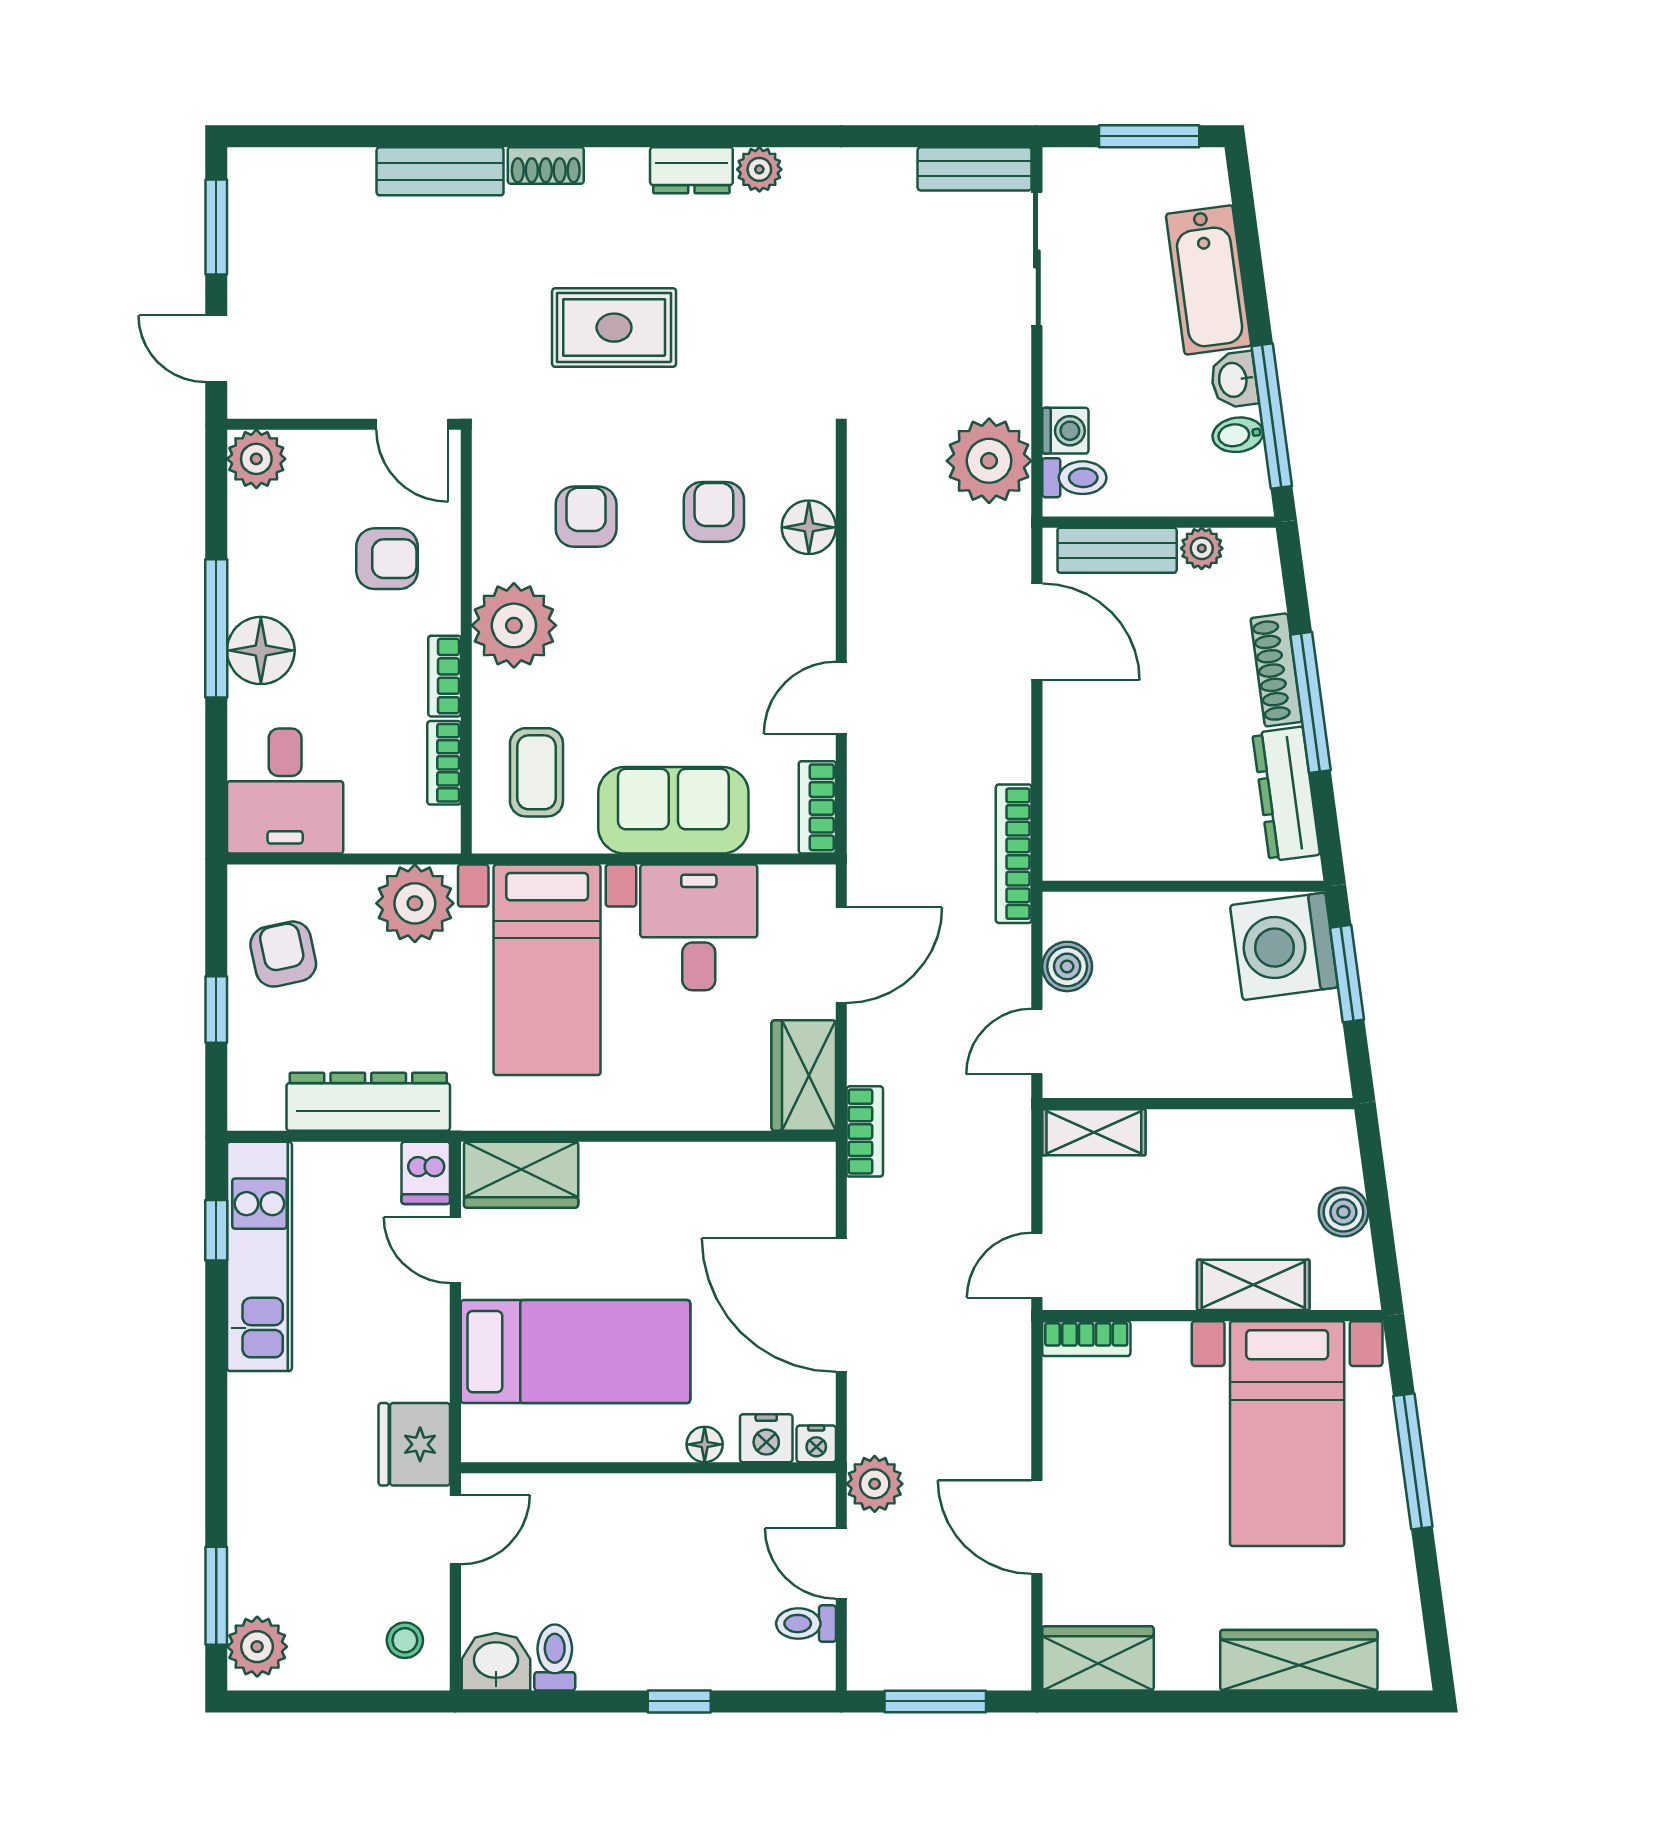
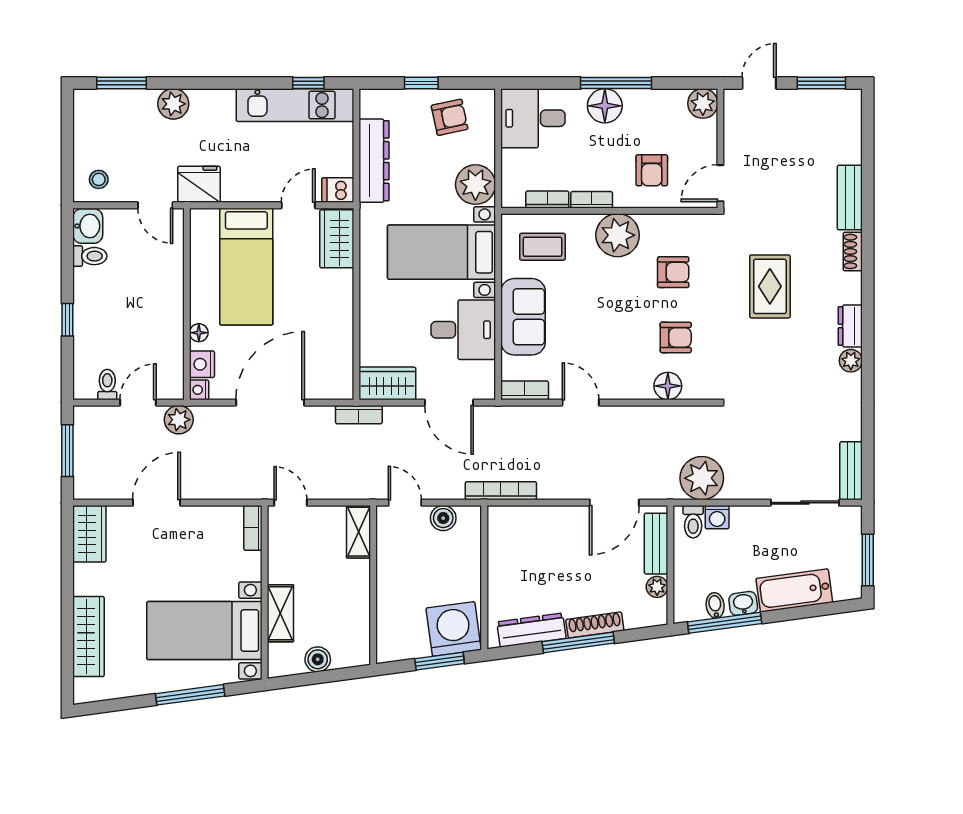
plant: (257, 1647) -> (173, 104), moved

